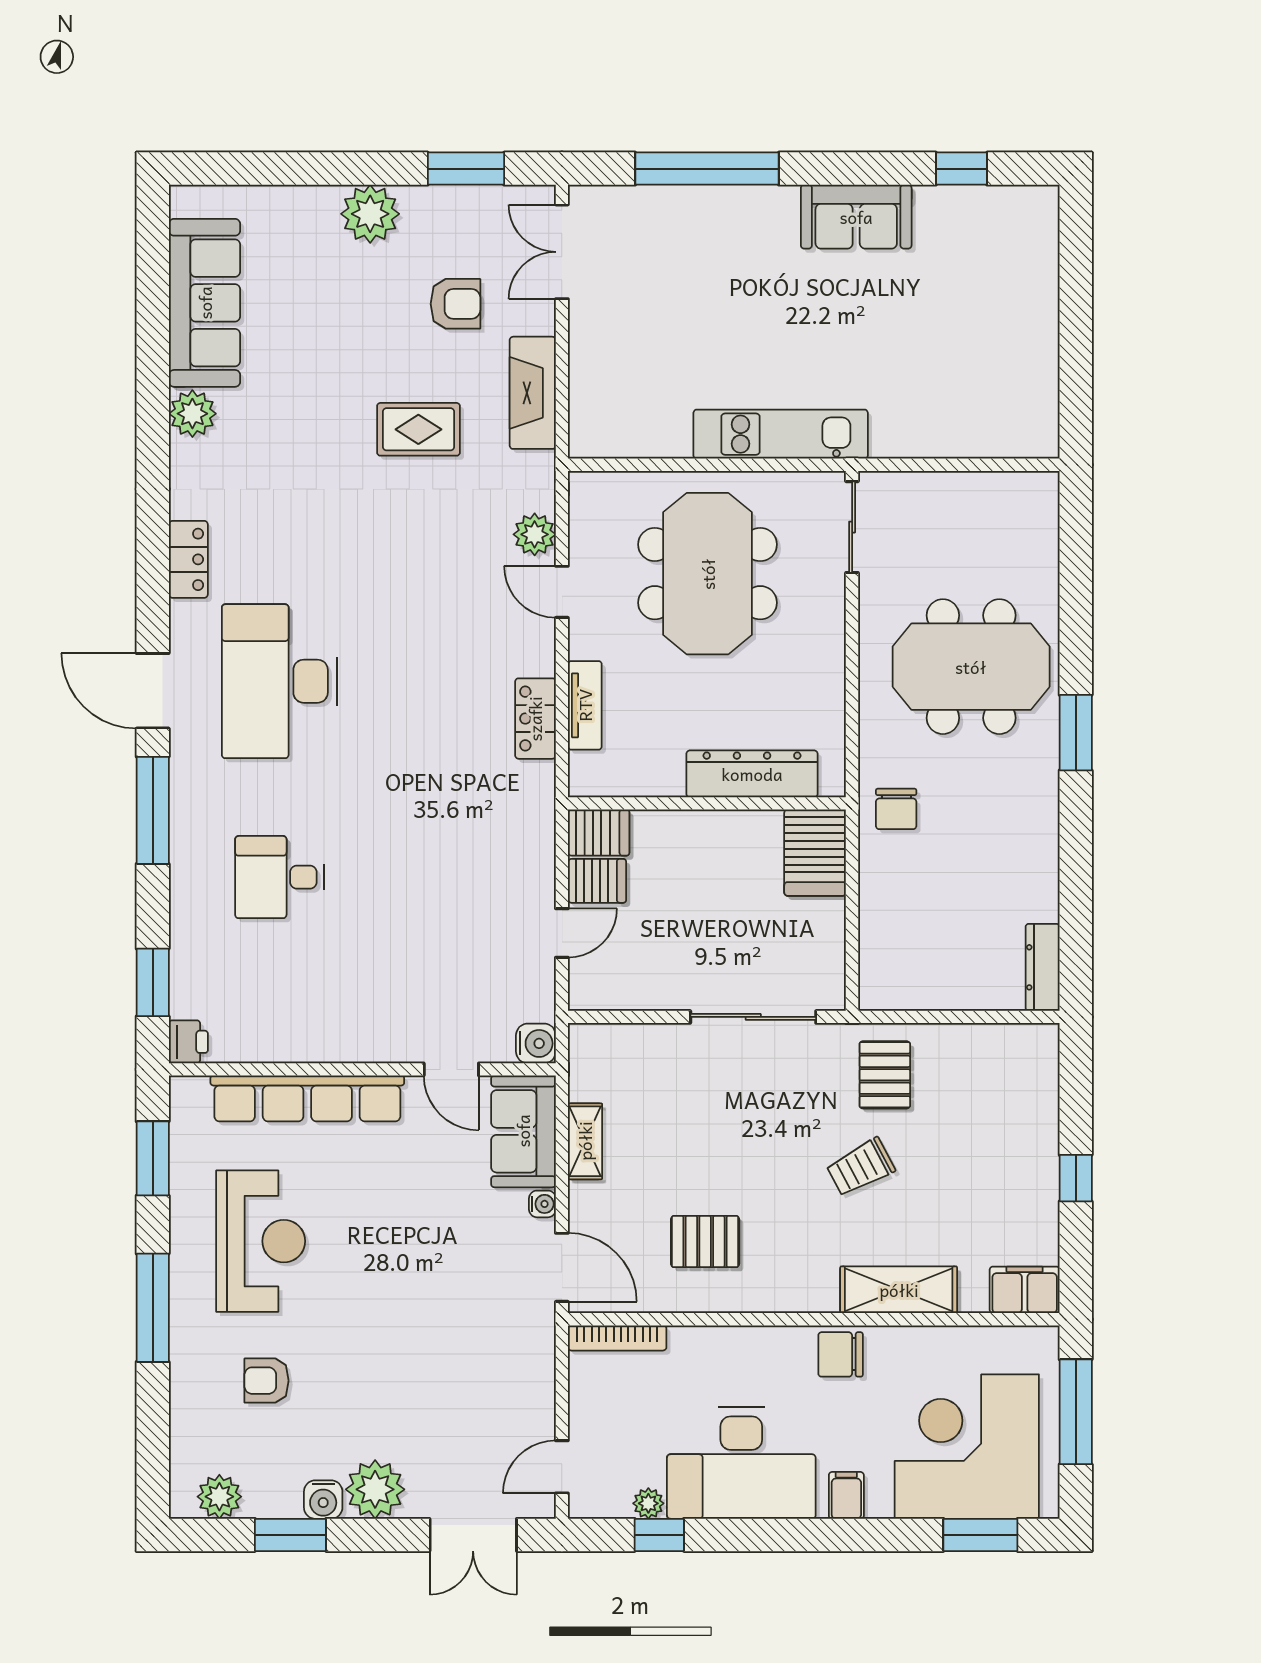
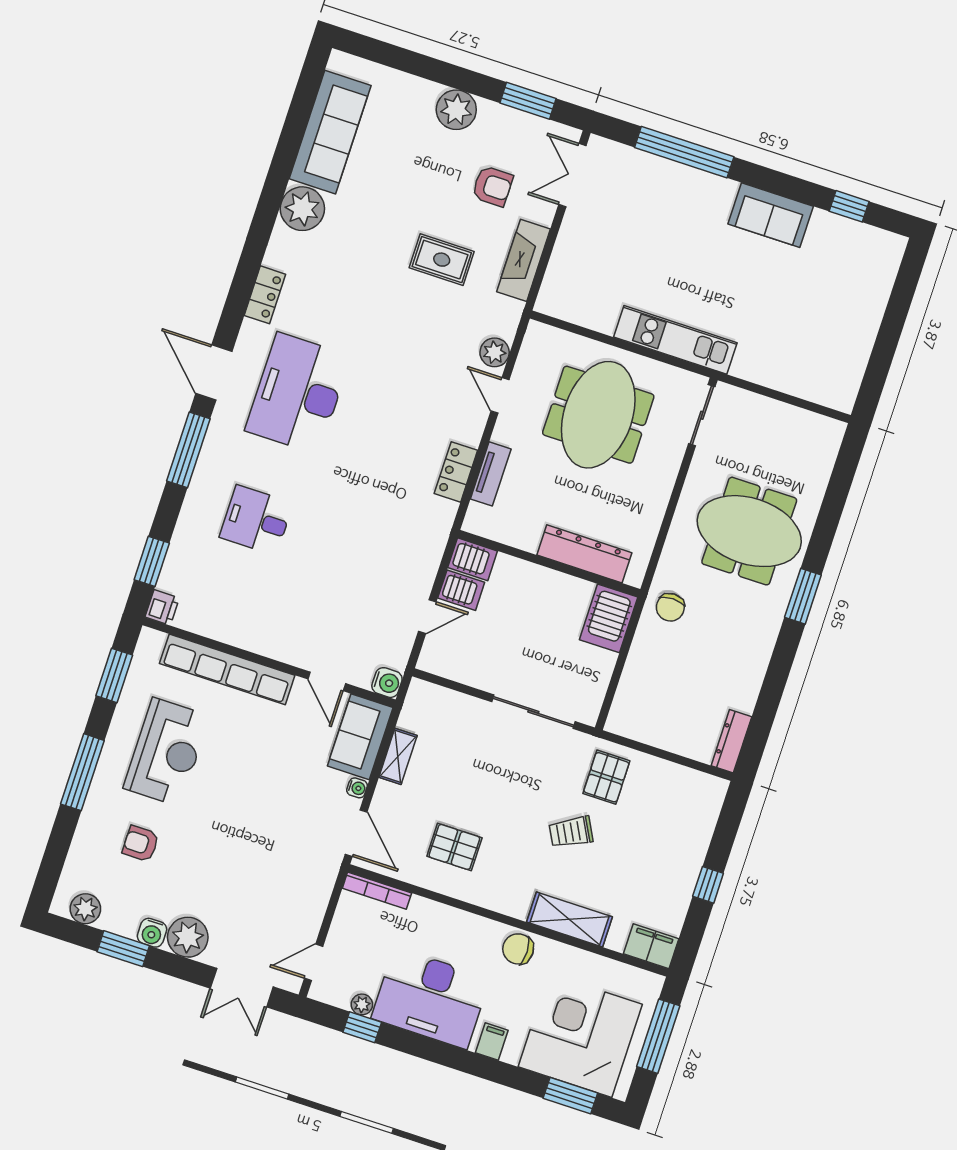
plant: (192, 414) -> (302, 209), width x1.36, depth x1.36

